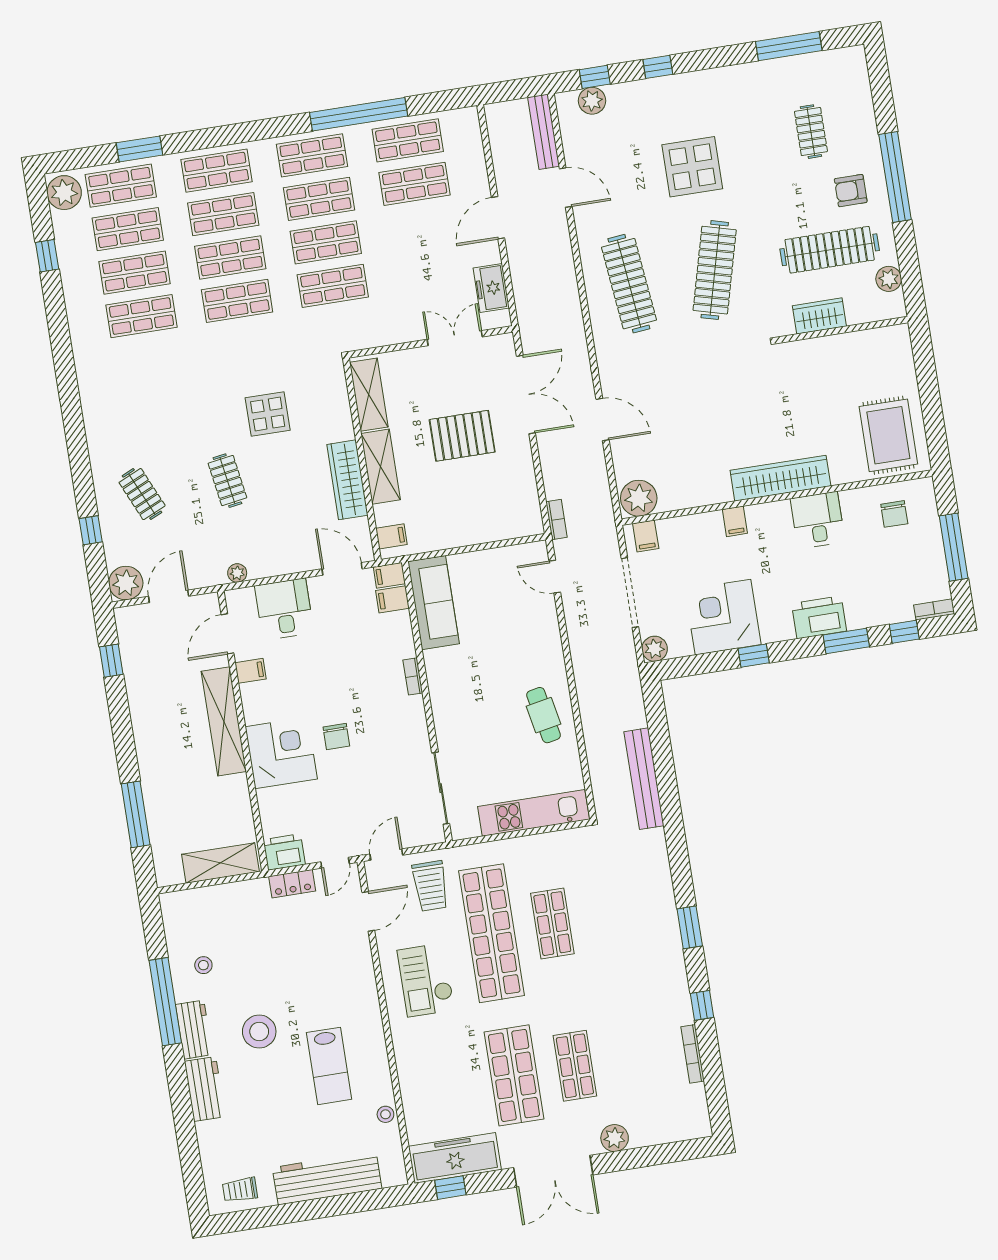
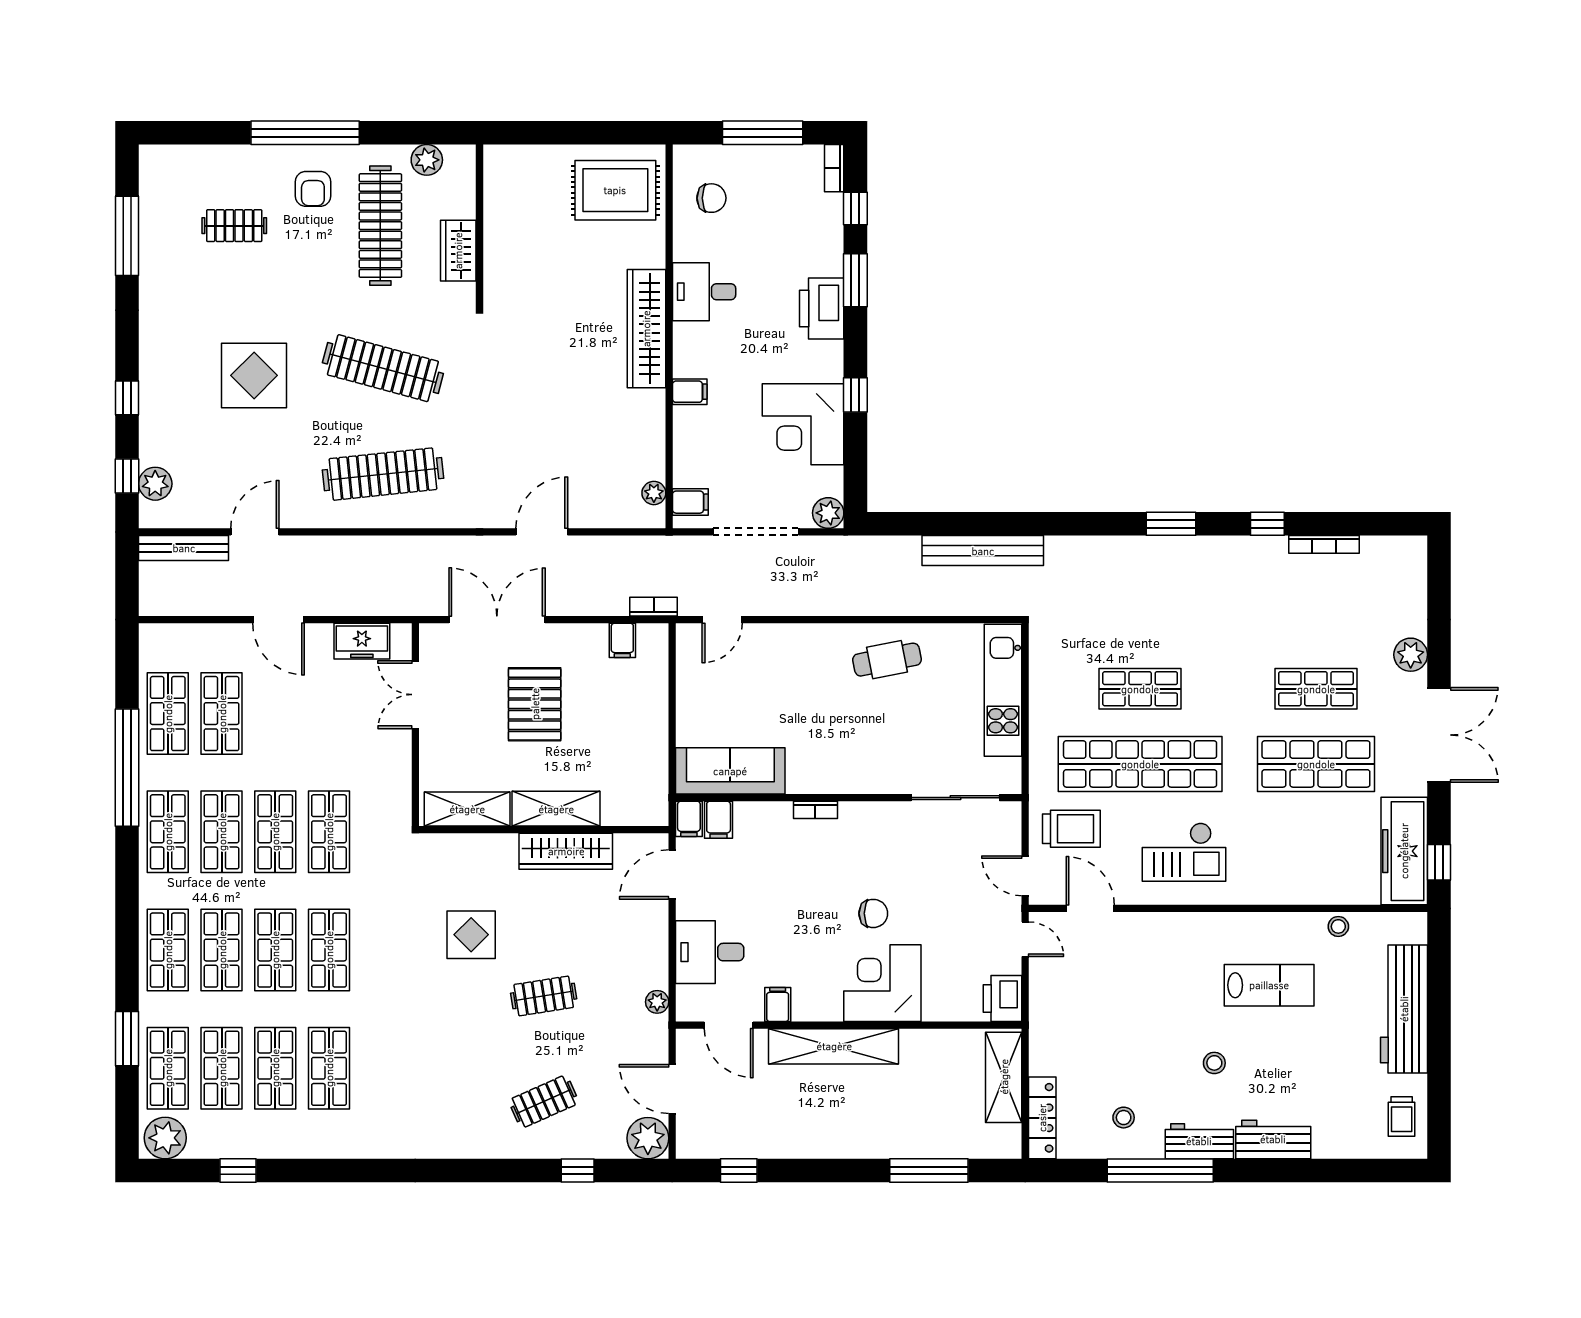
plant: (639, 498) -> (654, 493), width x0.53, depth x0.53
filing cabinet: (391, 536) -> (622, 640), moved, turned 180
locker: (292, 884) -> (1042, 1118), moved, width x1.53
stool: (259, 1032) -> (1214, 1063), width x0.53, depth x0.53

